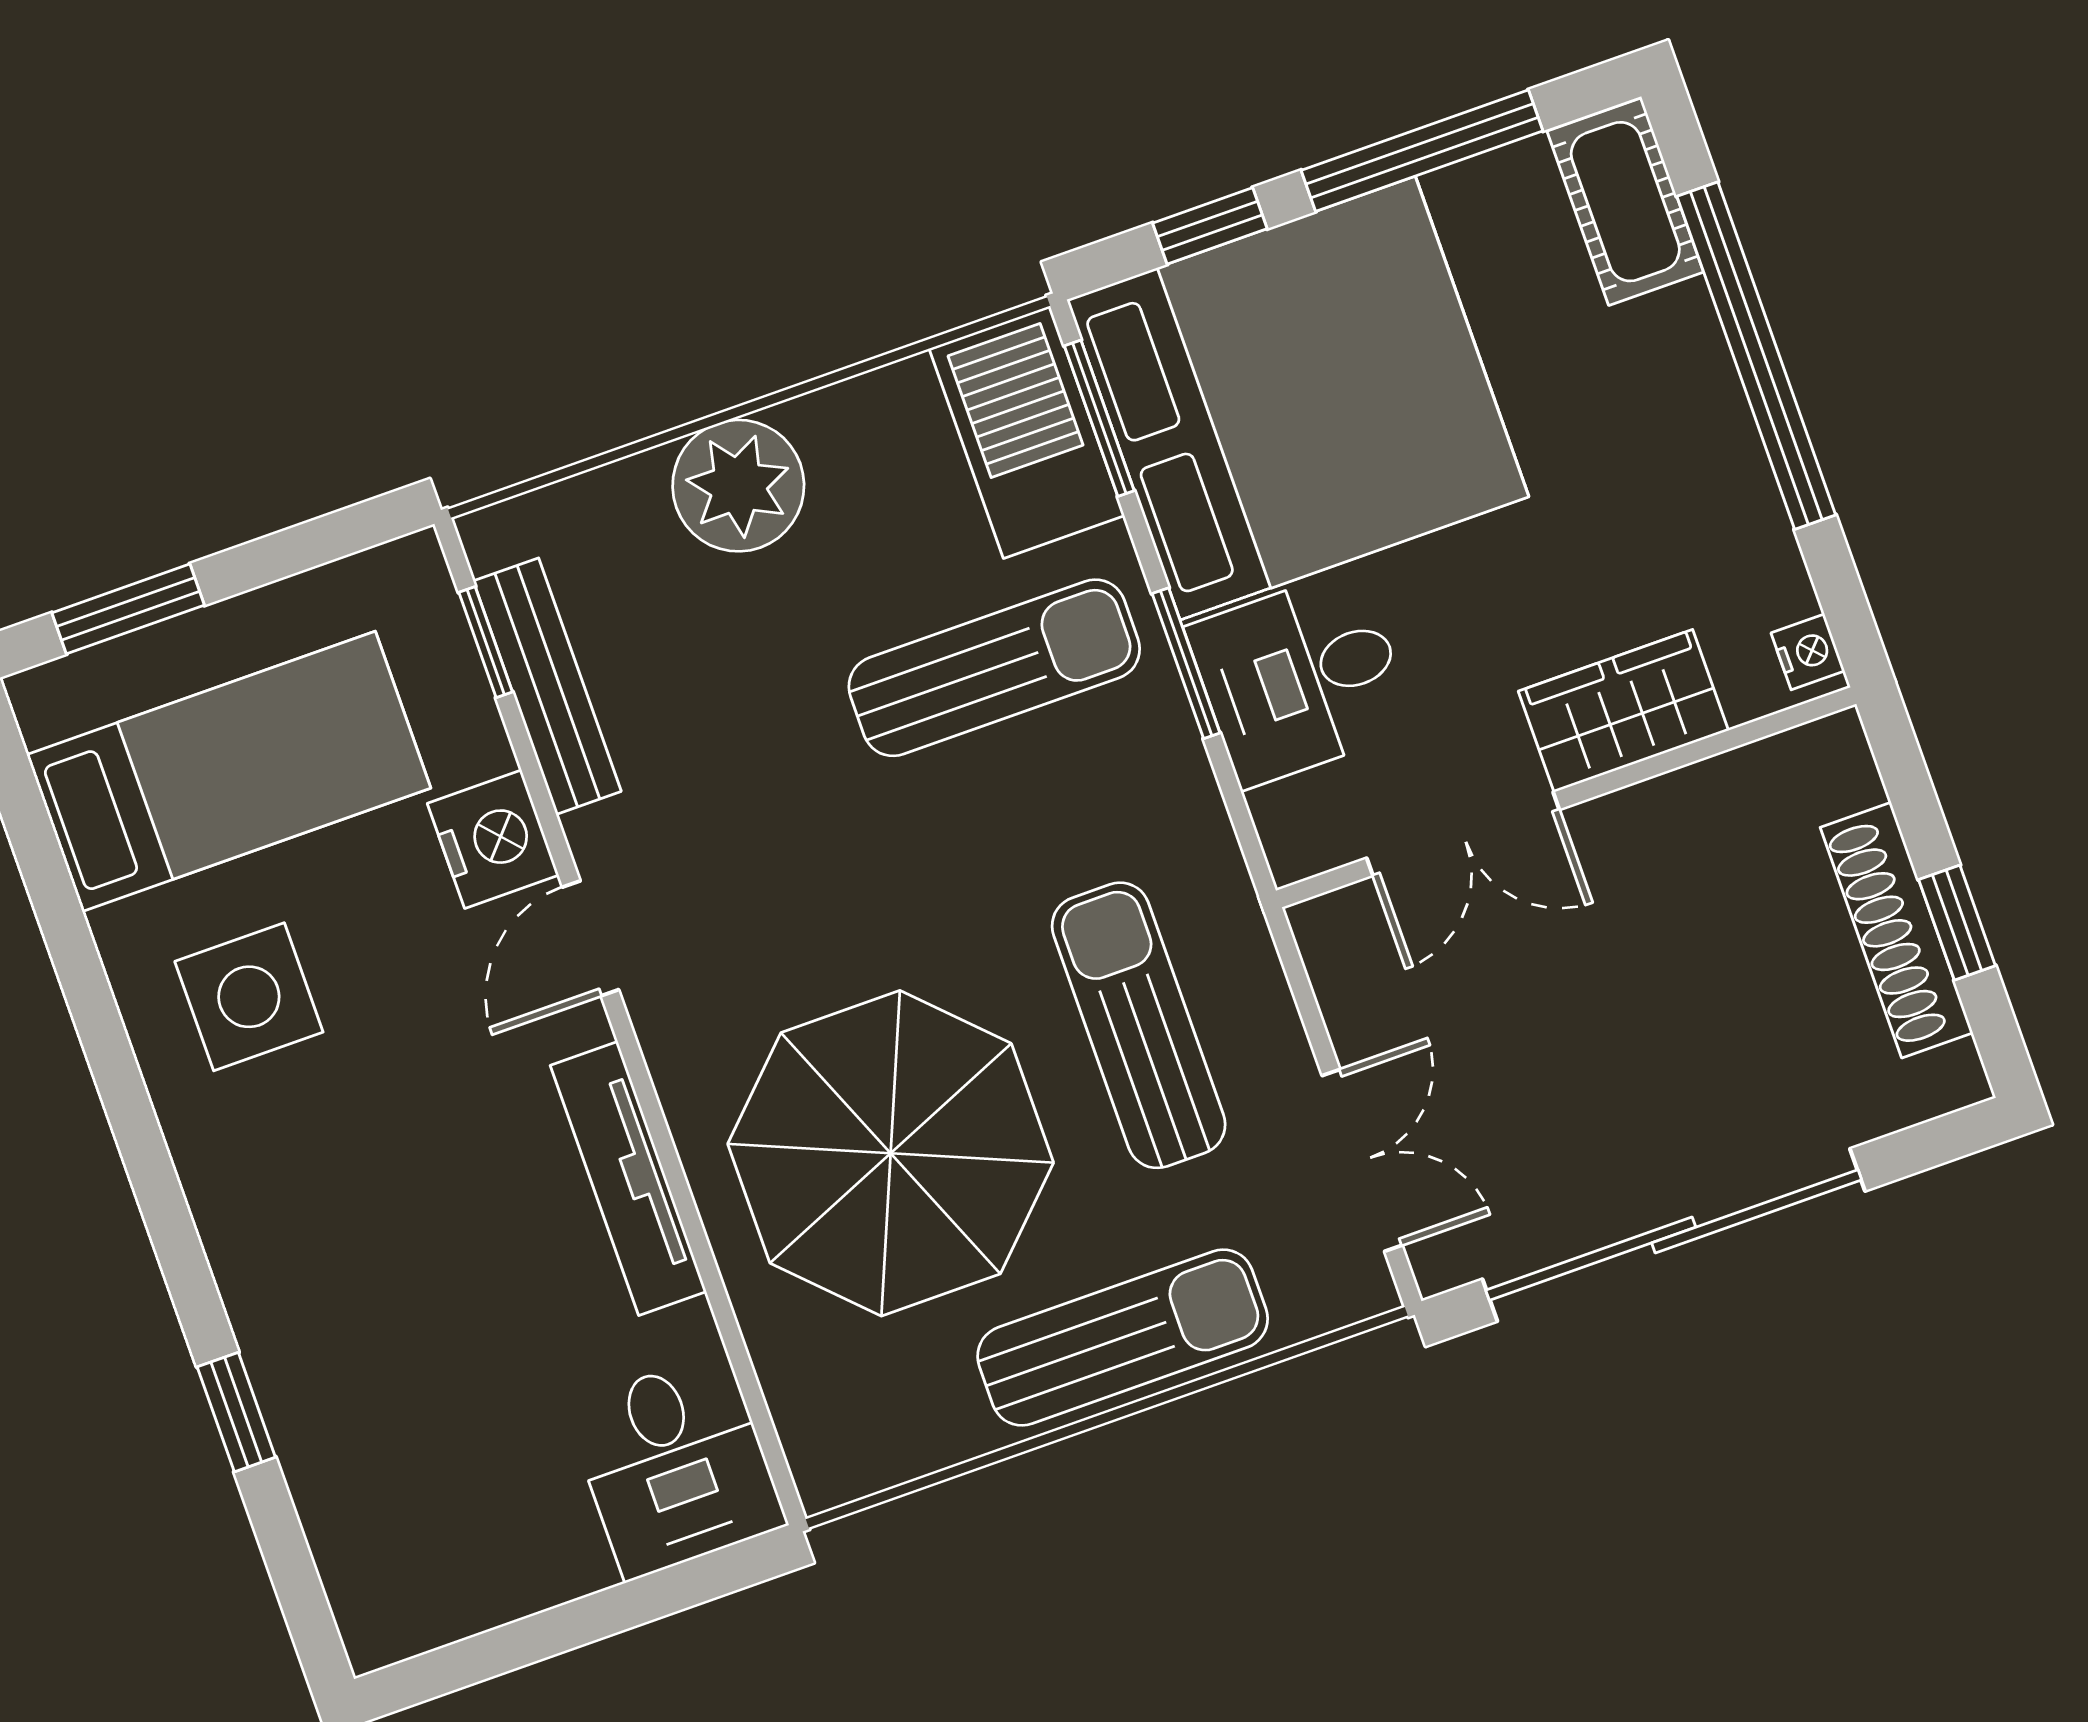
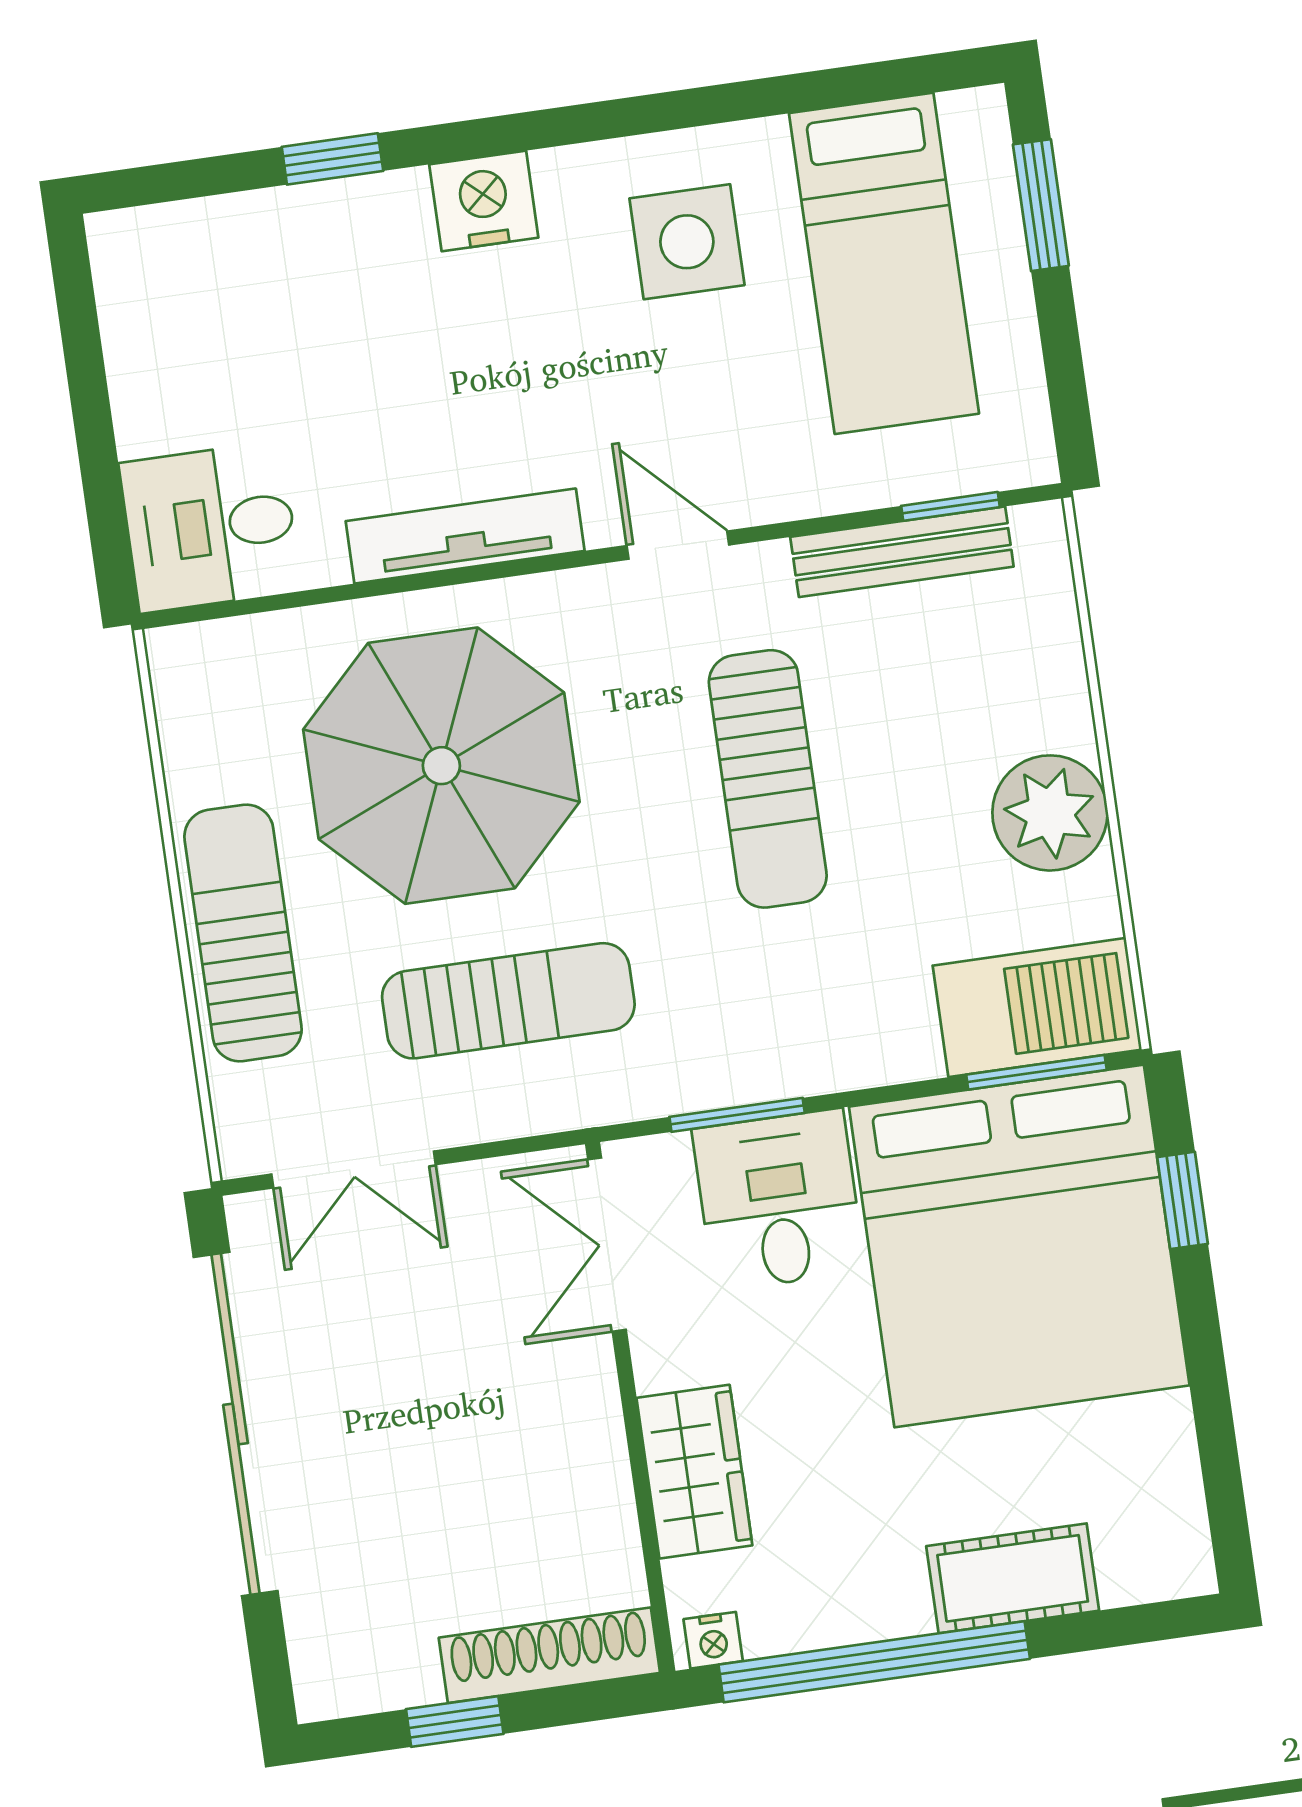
window: (1422, 151) -> (1210, 1396), removed
cot: (1625, 202) -> (1013, 1578), moved
window: (1756, 356) -> (874, 1662), moved
plant: (738, 486) -> (1050, 813), moved
window: (1186, 663) -> (737, 1115), moved
sun lounger: (994, 668) -> (768, 779), moved
double door: (1463, 834) -> (607, 1245), moved
nightstand: (493, 839) -> (484, 201), moved, turned 180
shoe rack: (1896, 930) -> (549, 1655), moved
sun lounger: (1123, 1337) -> (243, 933), turned 180

